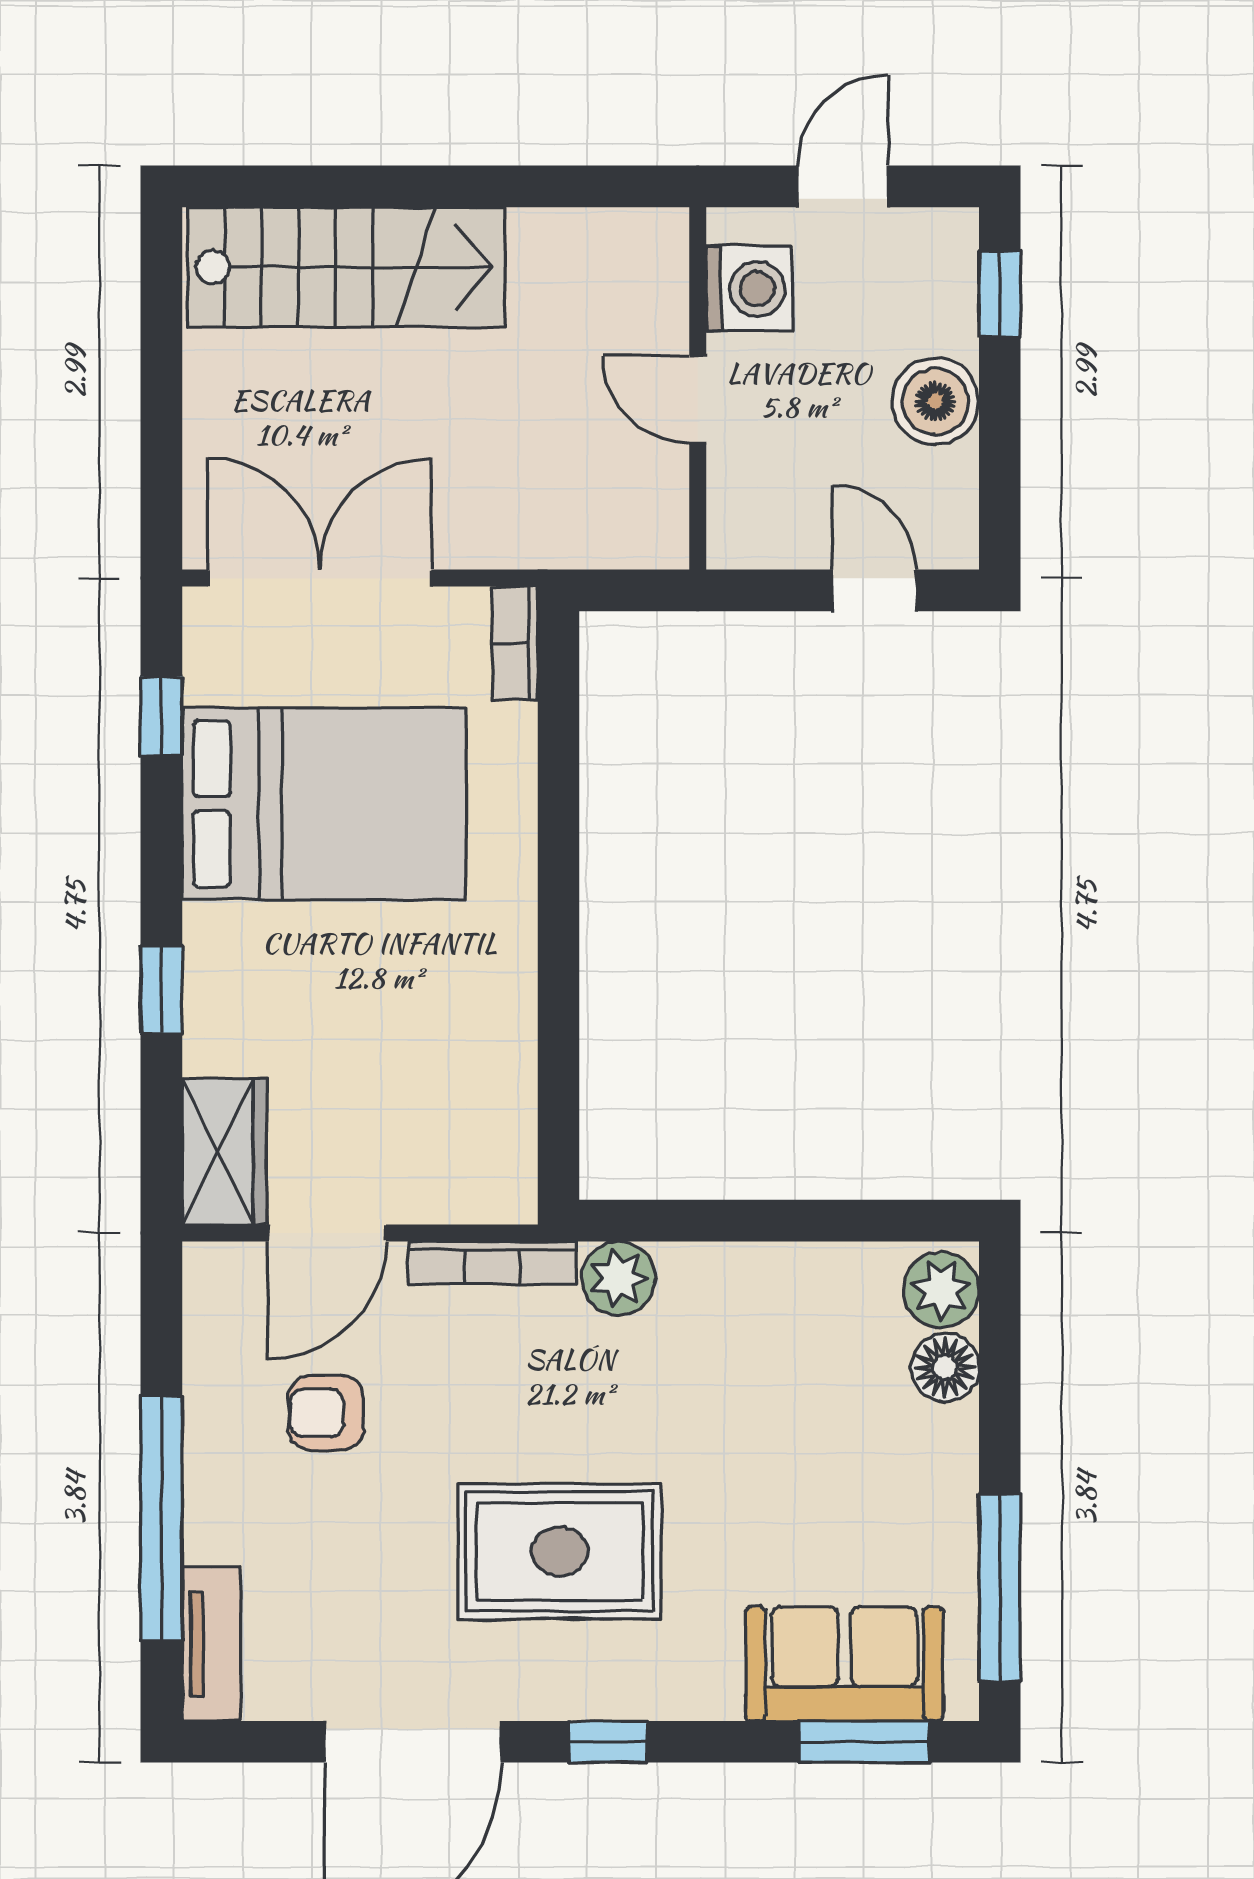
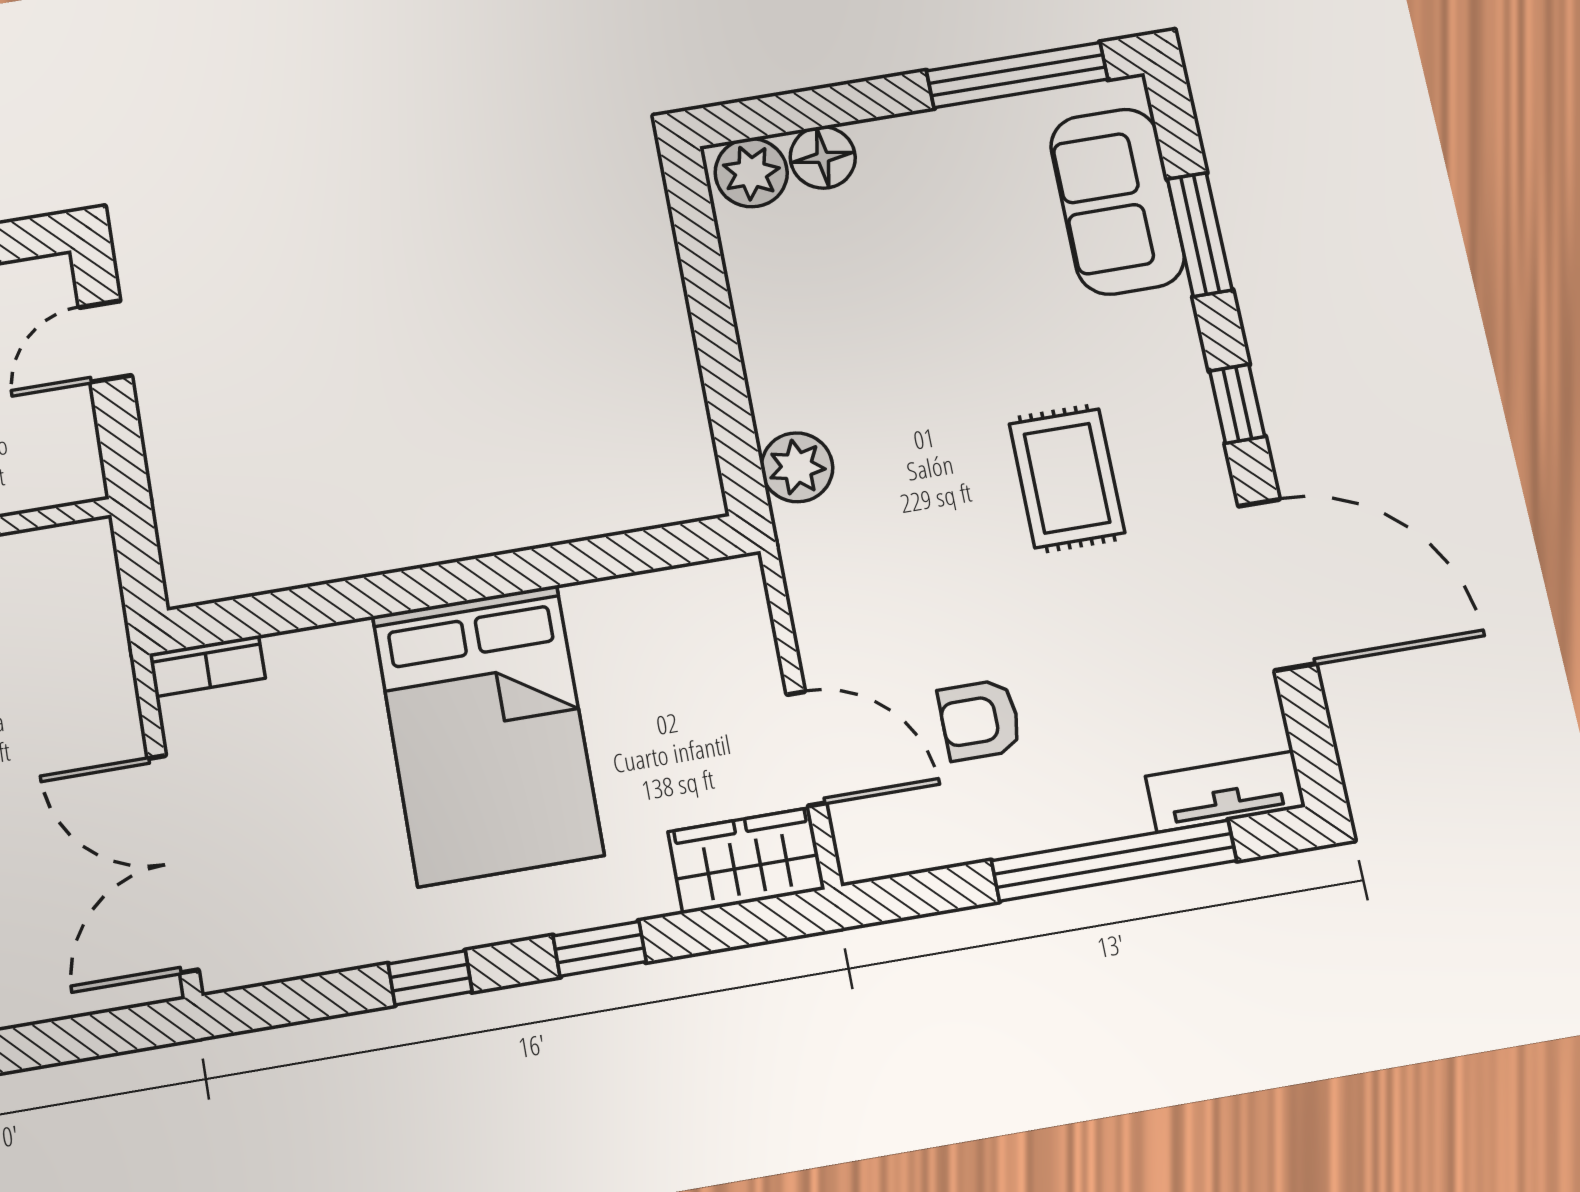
window: (161, 716) -> (430, 978), moved
bed: (324, 804) -> (488, 735), moved, turned 180
bookcase: (492, 1263) -> (805, 587), removed
armchair: (326, 1413) -> (980, 720), turned 90
rug: (560, 1551) -> (1067, 478), width x0.73, depth x0.70
window: (864, 1742) -> (1200, 235), moved

